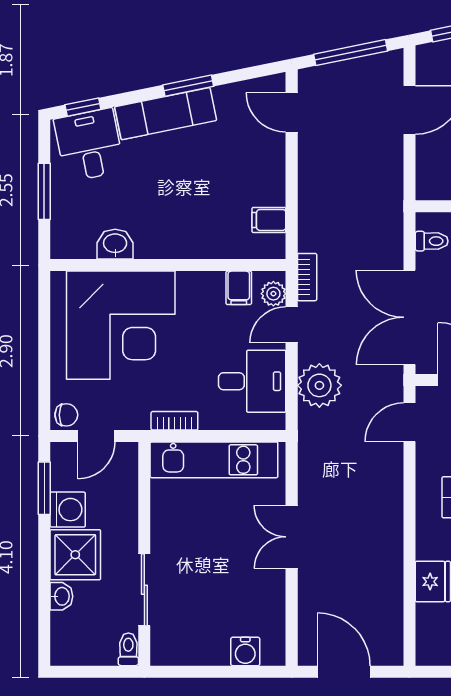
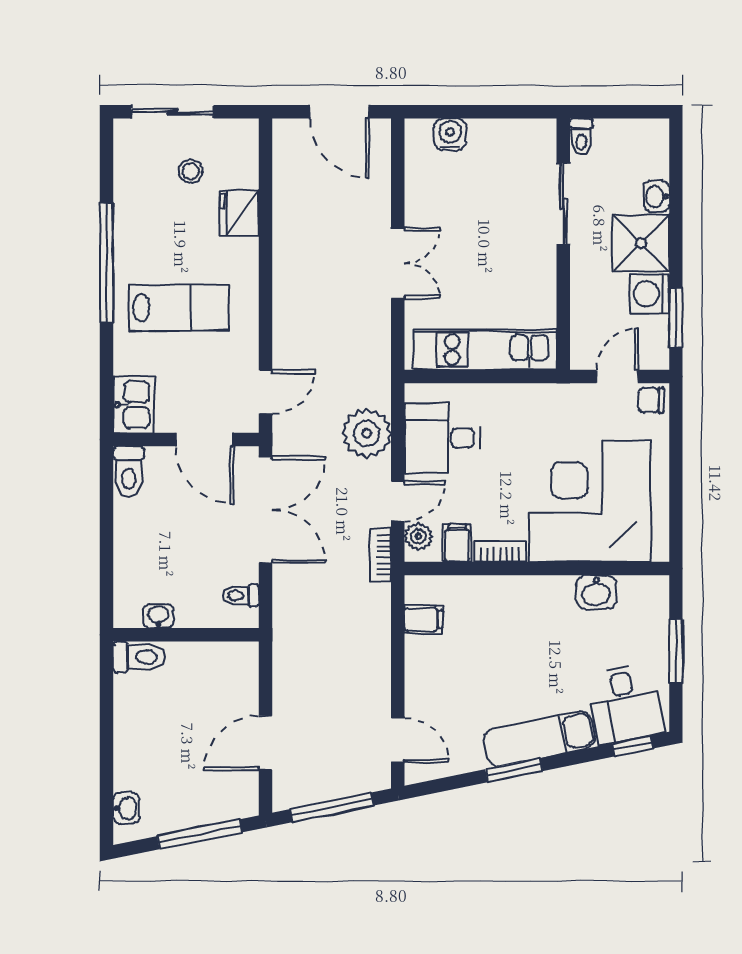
bookcase: (174, 421) -> (500, 551), moved, turned 180

